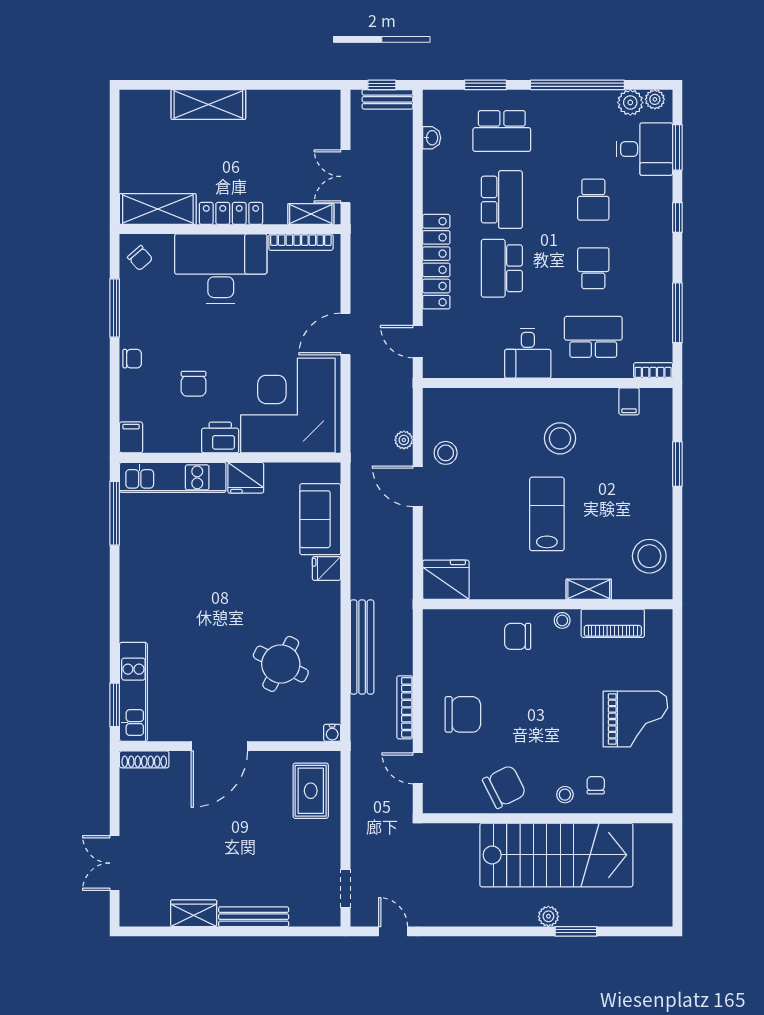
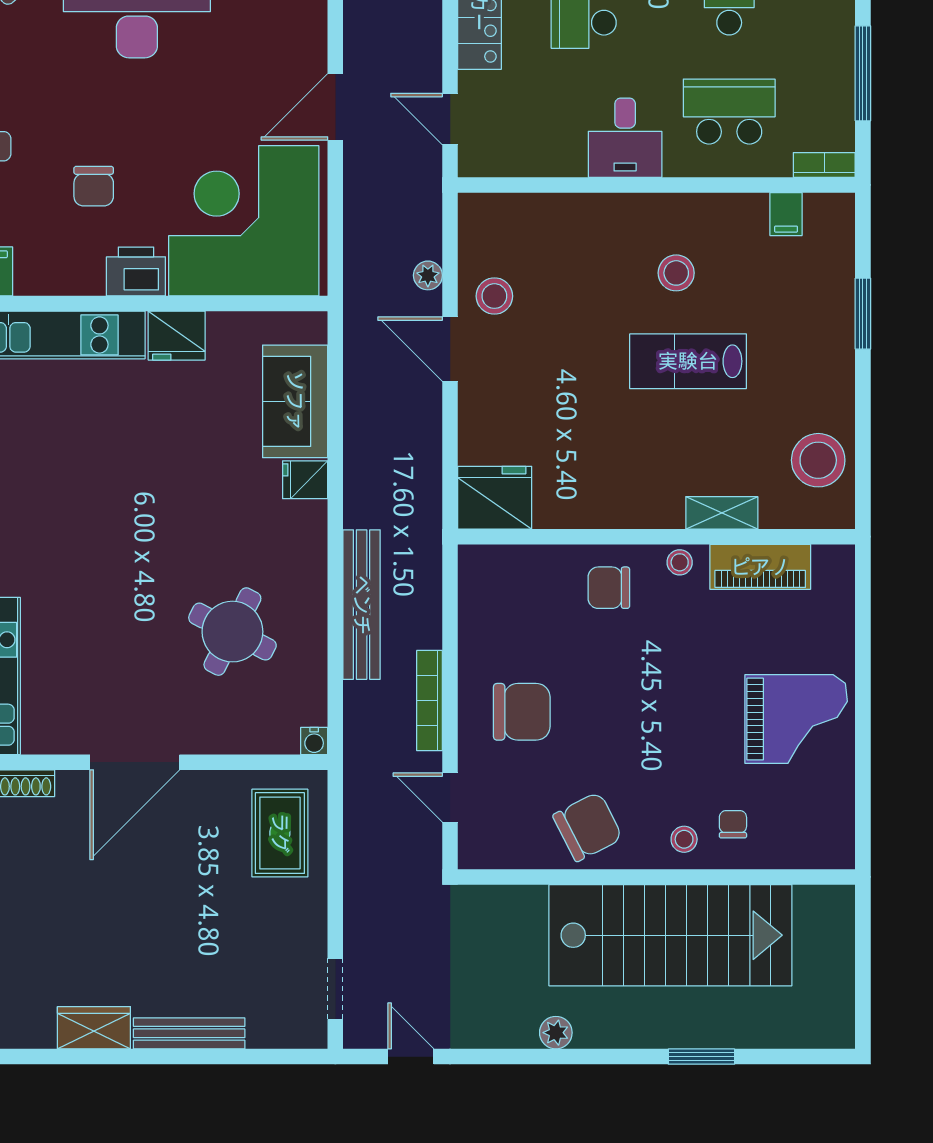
stool: (560, 438) -> (676, 273), width x0.73, depth x0.73
lab bench: (547, 514) -> (688, 361), moved, turned -90
plant: (548, 916) -> (556, 1033), moved

